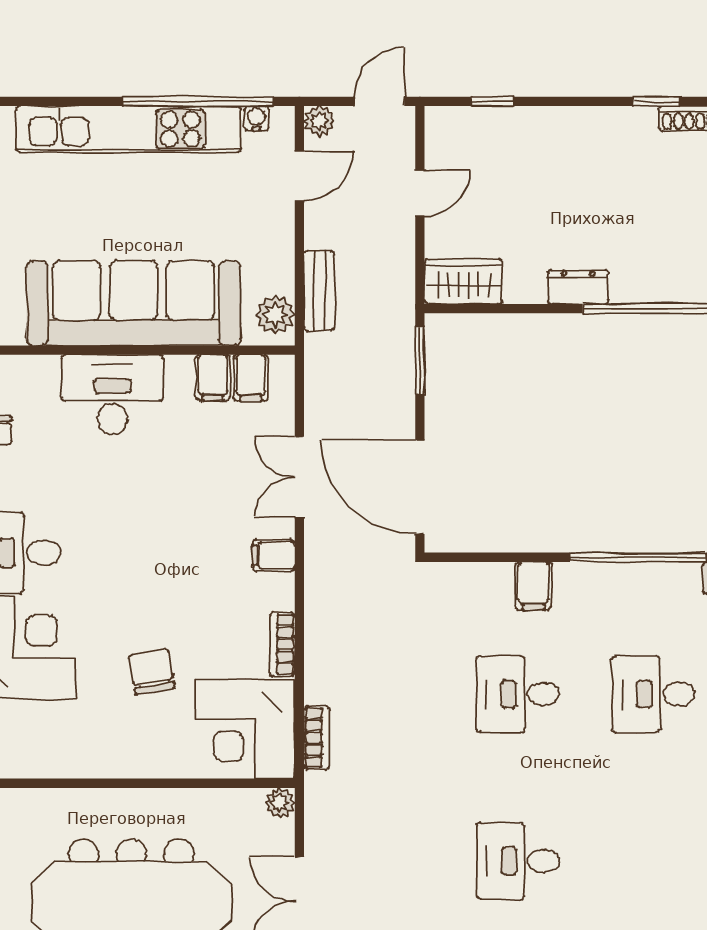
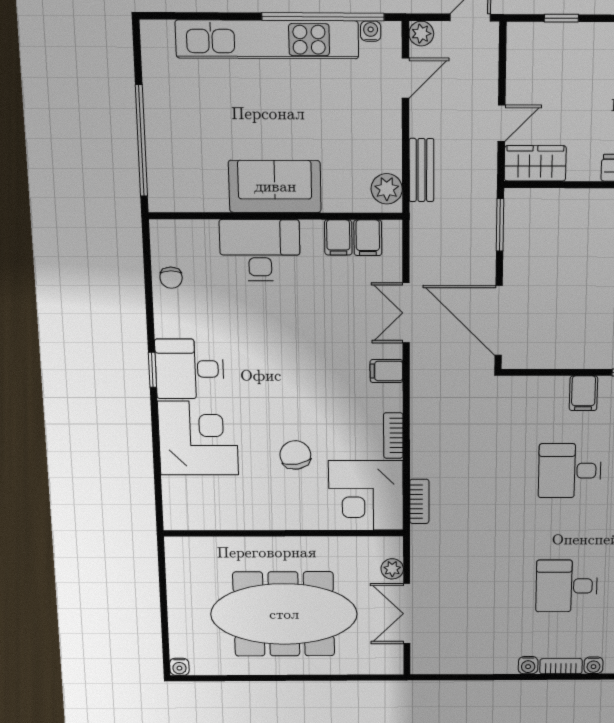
door: (420, 193) -> (501, 123), moved
sofa: (134, 303) -> (275, 186), width x0.54, depth x0.79
plant: (280, 803) -> (392, 569), moved

